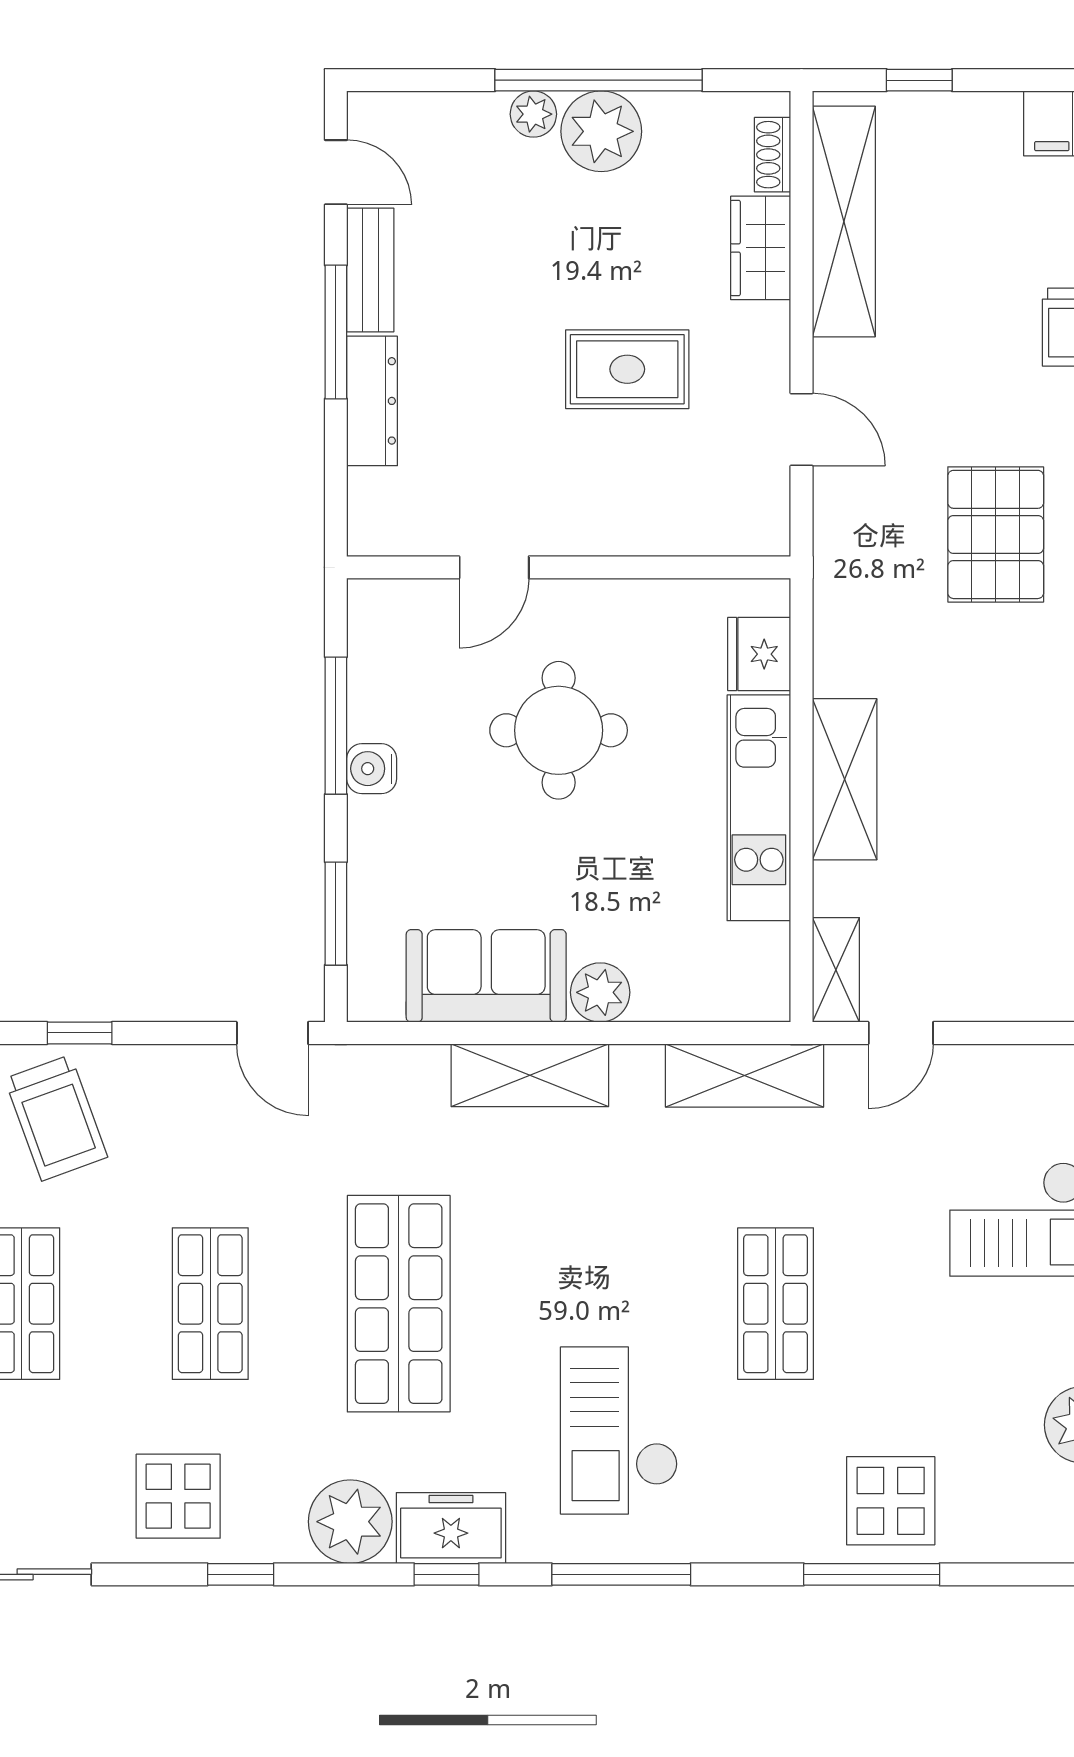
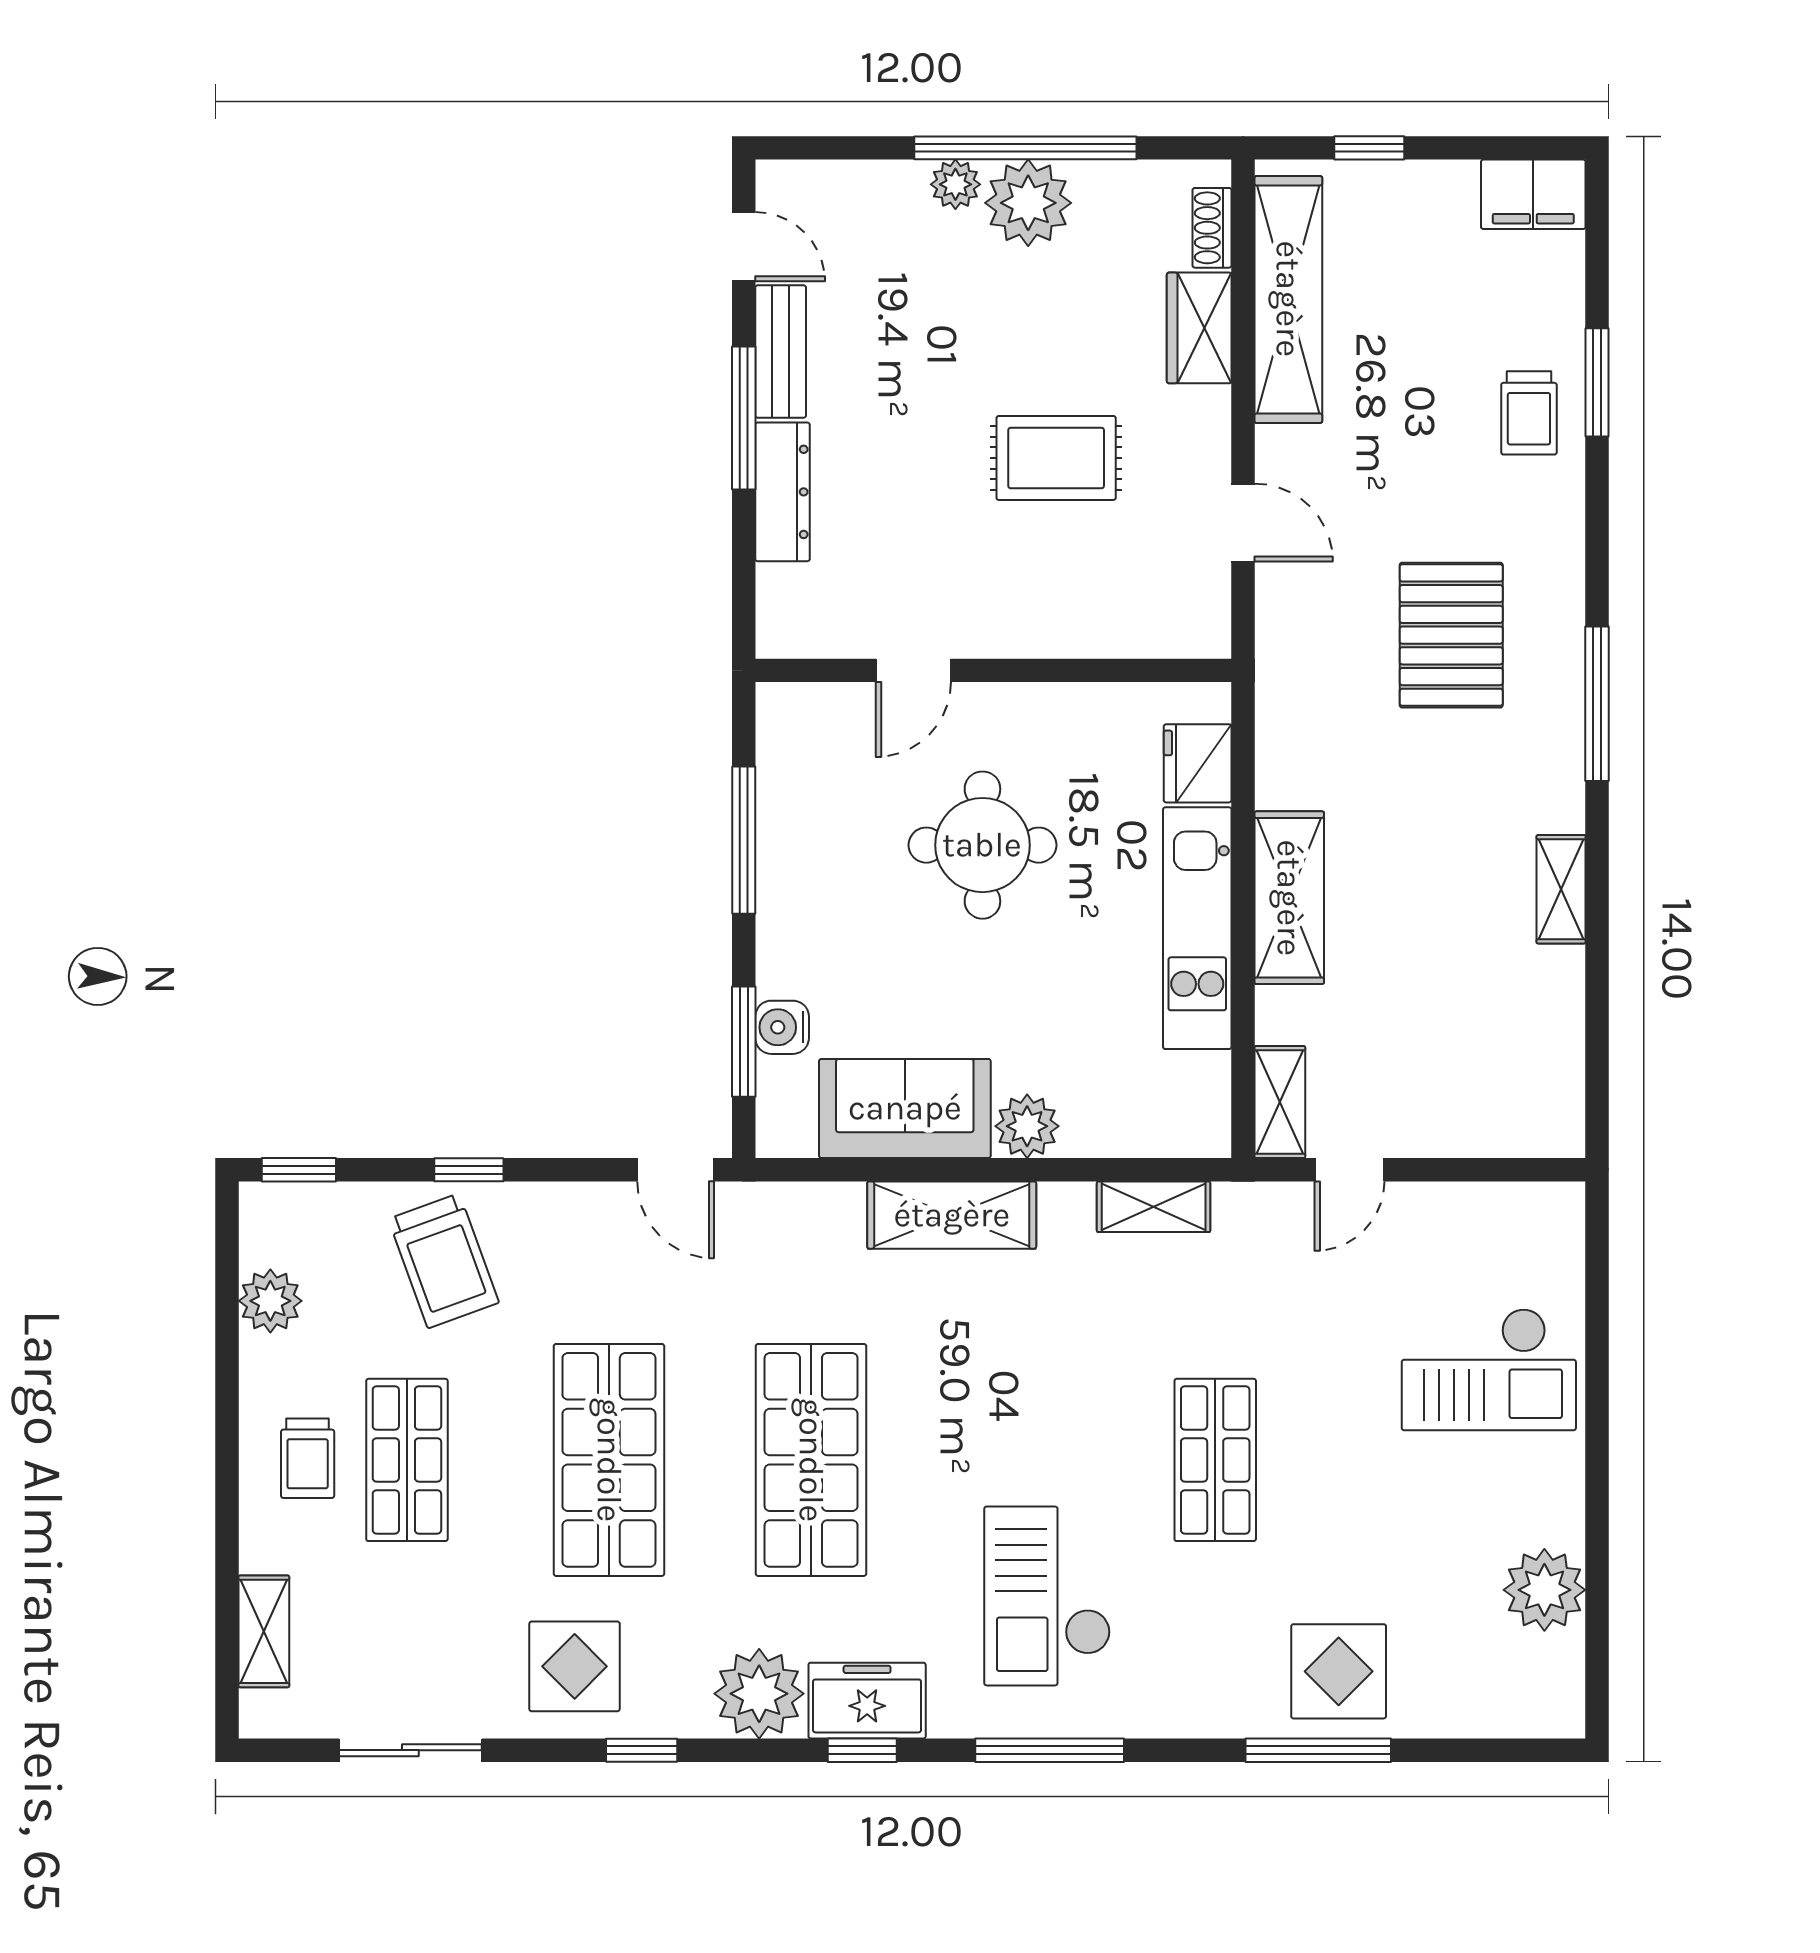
water cooler: (372, 769) -> (782, 1027), moved
shelving: (745, 1075) -> (1154, 1207), width x0.67, depth x0.75
shop shelf: (210, 1304) -> (609, 1460), width x1.43, depth x1.36

